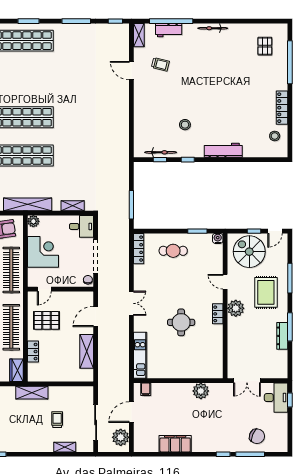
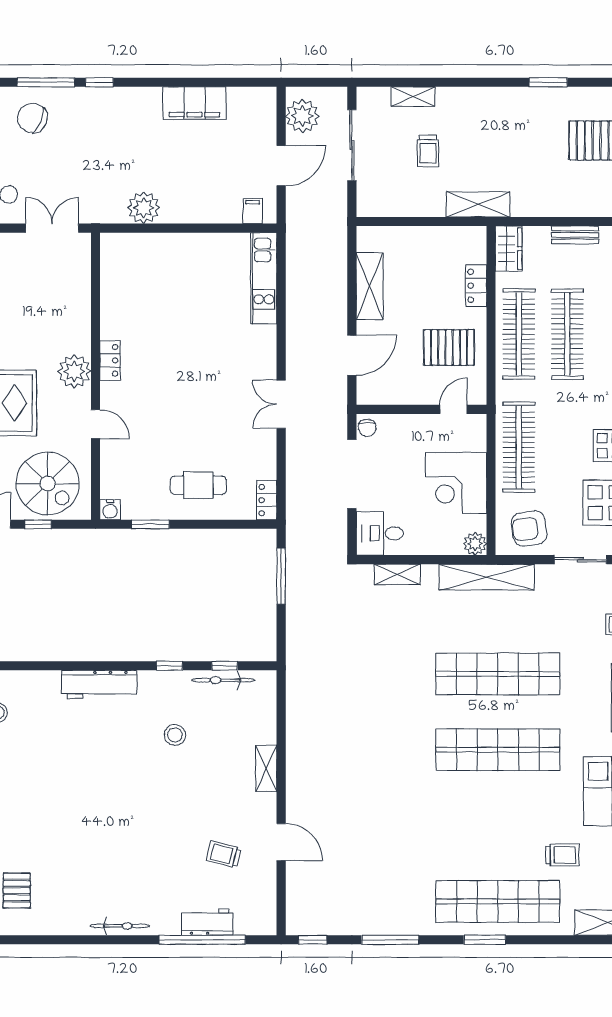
shelving: (139, 35) -> (266, 768), moved
locker: (139, 249) -> (267, 500), width x0.66
double door: (131, 303) -> (281, 404), moved
round table: (181, 322) -> (183, 343), removed

